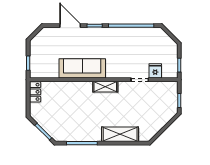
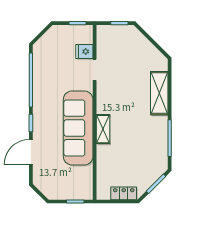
sofa: (82, 68) -> (78, 128), width x1.36, depth x1.27
shelving: (105, 87) -> (103, 129), moved
locker: (35, 92) -> (124, 193), moved

